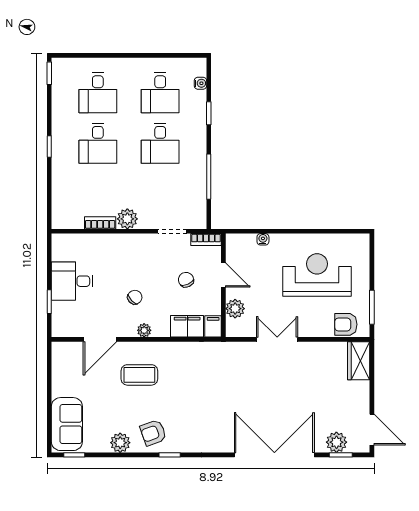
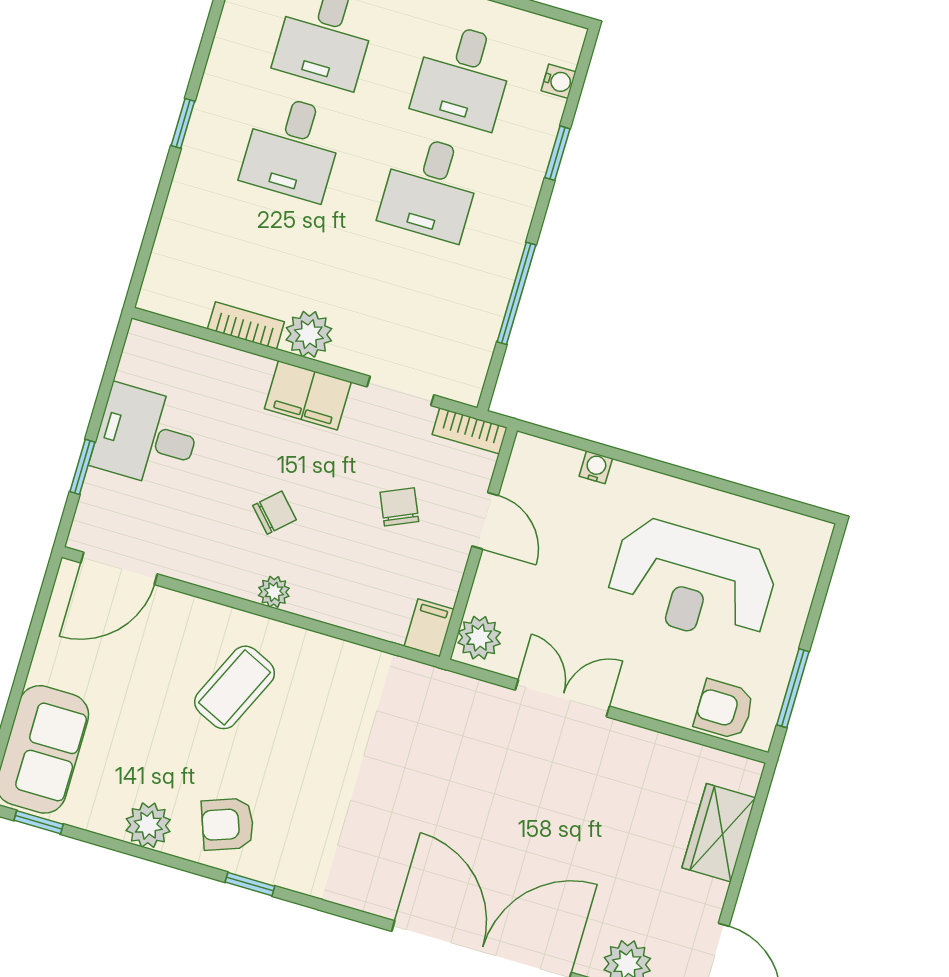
reception desk: (317, 275) -> (692, 581), turned 180
plant: (235, 309) -> (479, 638), moved
filing cabinet: (187, 326) -> (308, 395), moved, turned 180
door: (100, 339) -> (119, 568), moved
wardrobe: (359, 361) -> (719, 833), moved
coffee table: (139, 375) -> (235, 687), turned -65

